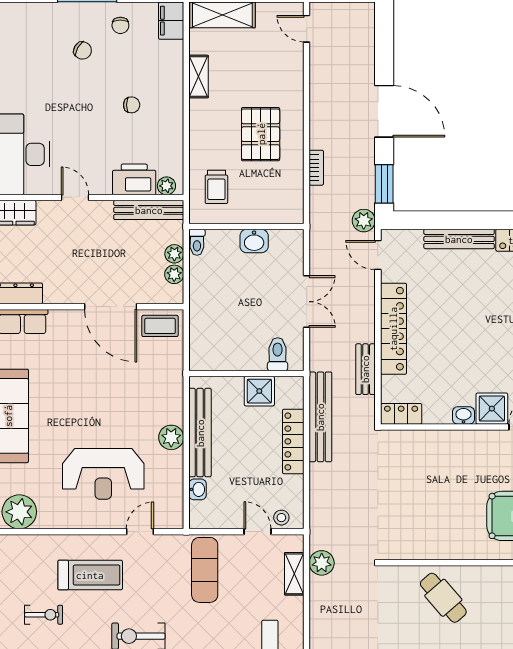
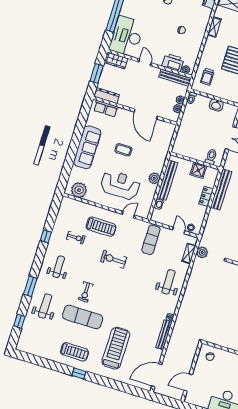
coffee table: (160, 326) -> (123, 150), moved
locker: (293, 441) -> (206, 196), width x0.66
reception desk: (103, 474) -> (120, 185), turned 180

